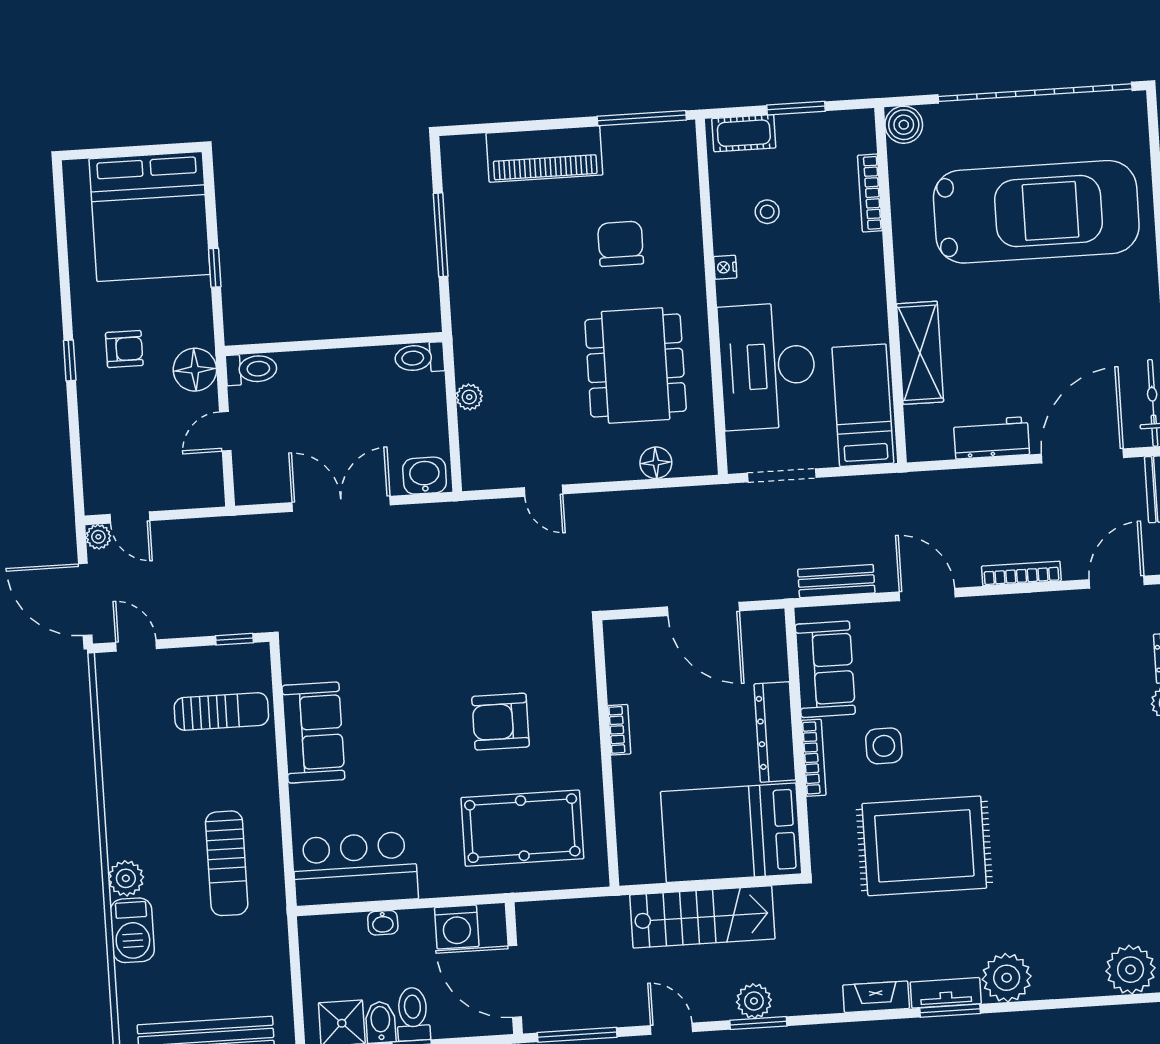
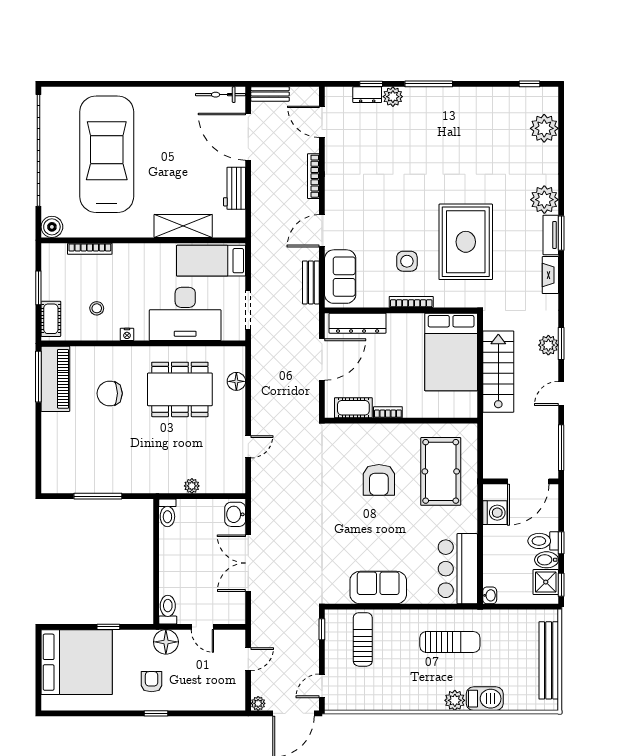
piano: (544, 154) -> (55, 379), moved
door: (130, 517) -> (248, 659), moved
cot: (623, 669) -> (353, 408), added
sofa: (825, 669) -> (340, 277), moved, turned 90
dresser: (775, 732) -> (358, 323), moved
washbasin: (383, 923) -> (490, 595), moved

